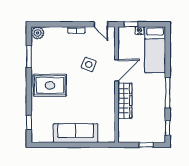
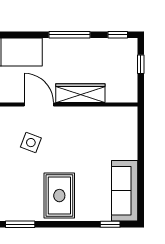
sofa: (76, 133) -> (125, 191), moved

